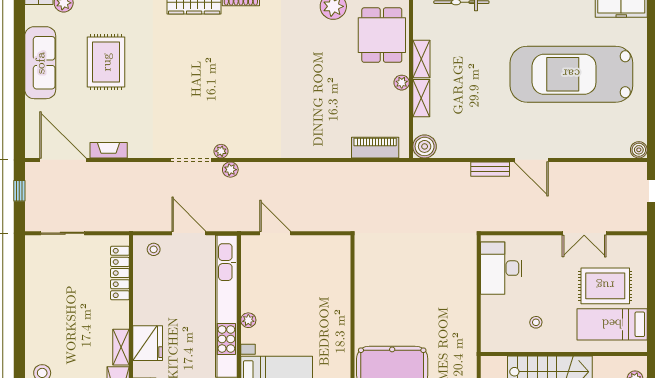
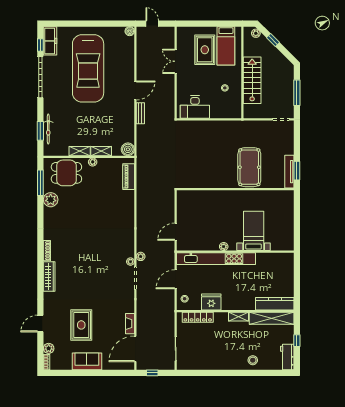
rug: (106, 62) -> (81, 325), turned 90
sofa: (40, 63) -> (87, 361), width x0.73
double door: (584, 233) -> (176, 61), swing flipped
fridge: (148, 343) -> (211, 302), moved

